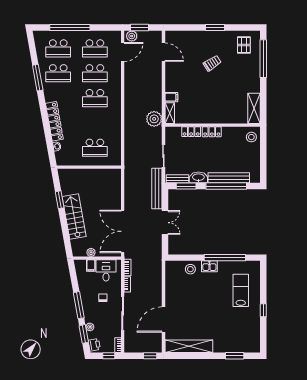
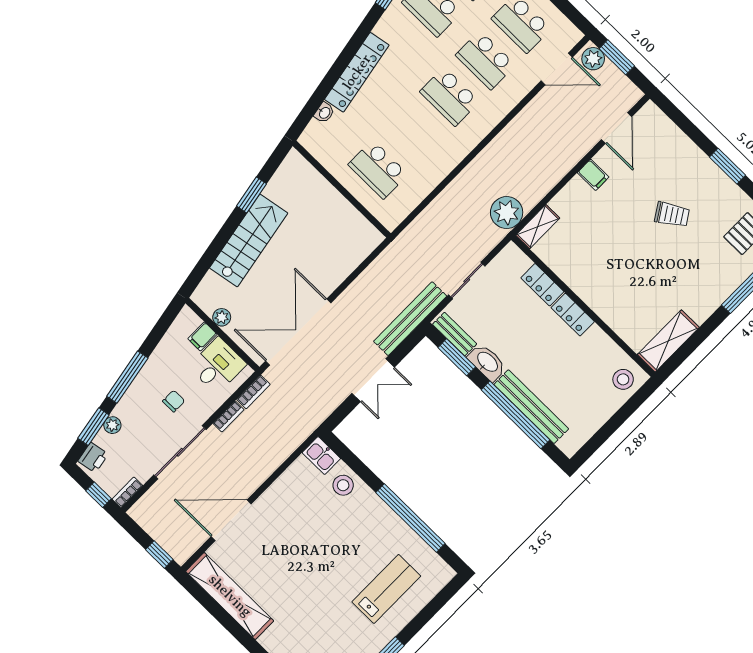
filing cabinet: (171, 97) -> (593, 175), moved
kitchen sink: (209, 266) -> (321, 456), moved

